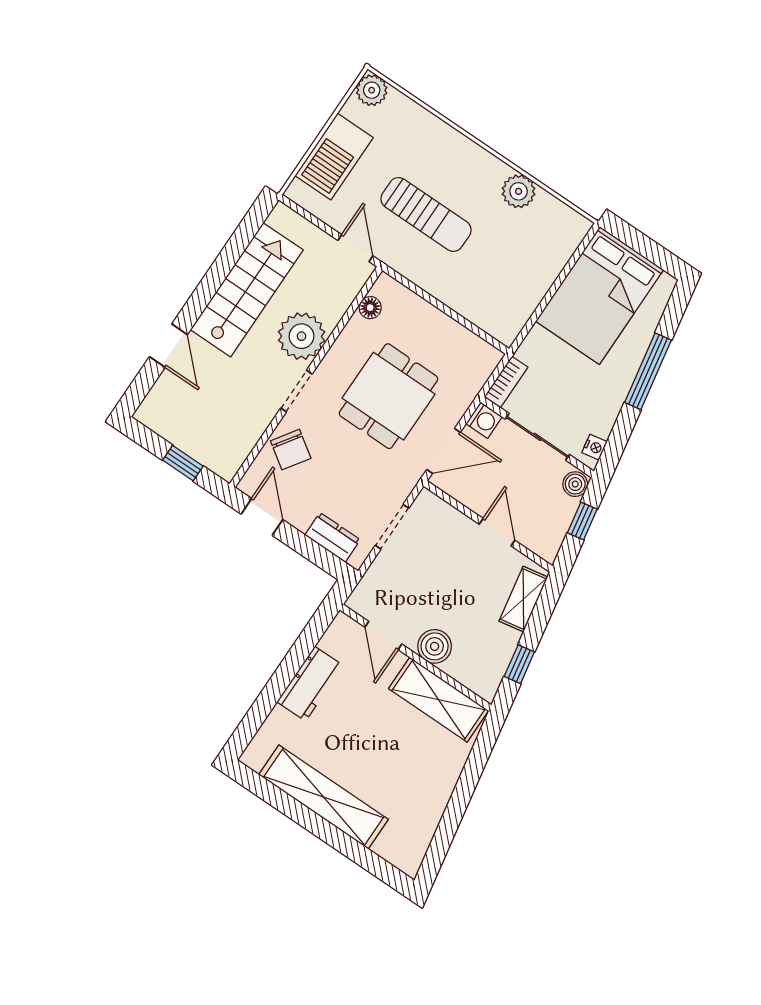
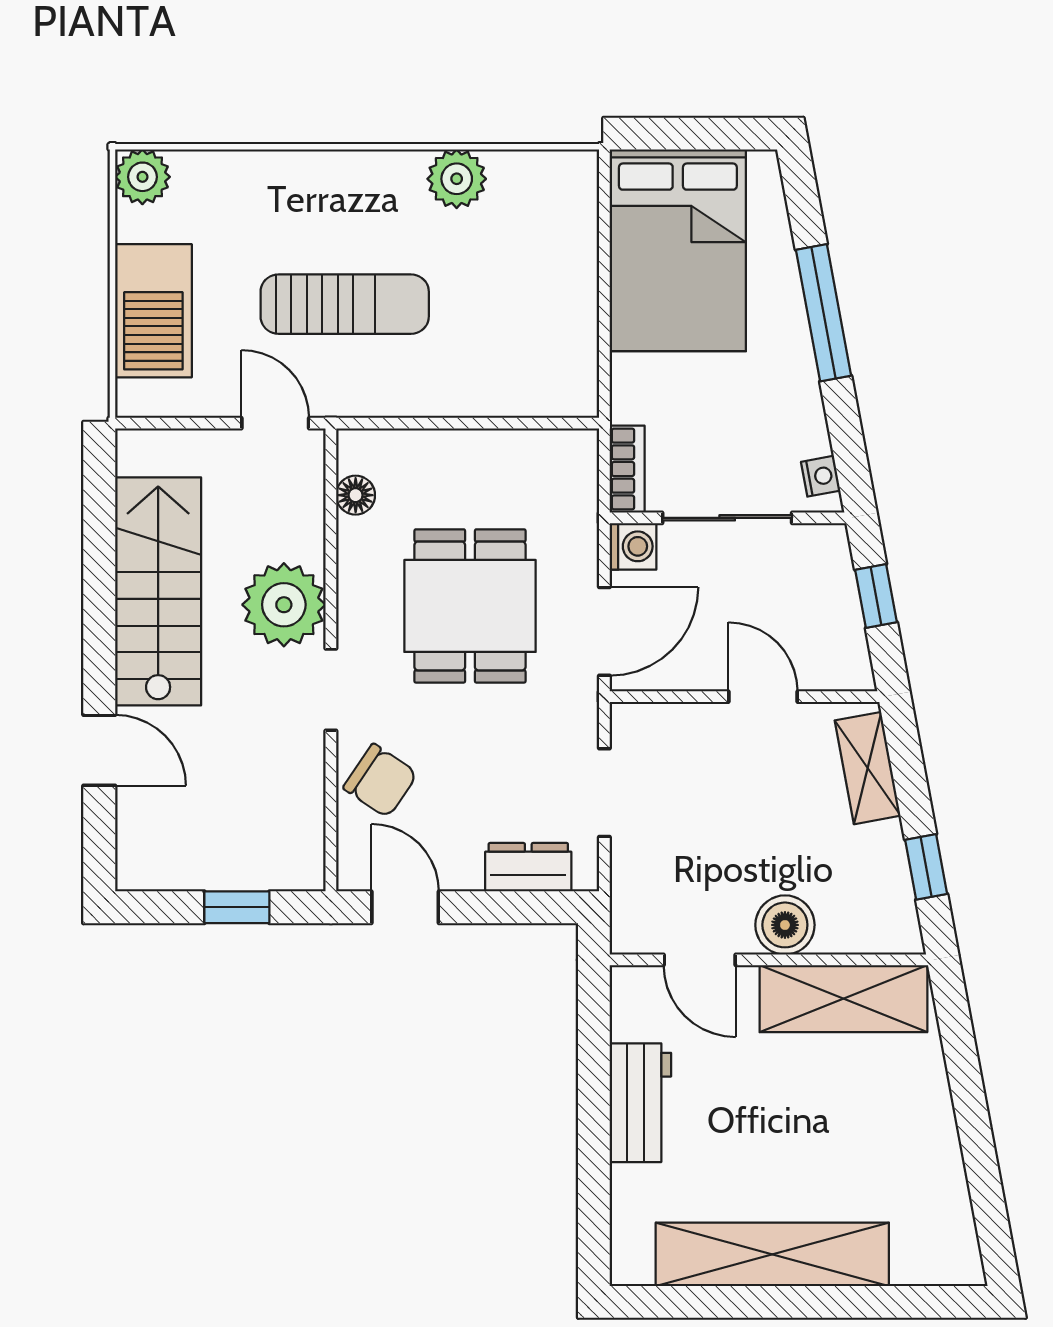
boiler: (575, 484) -> (829, 549), removed

